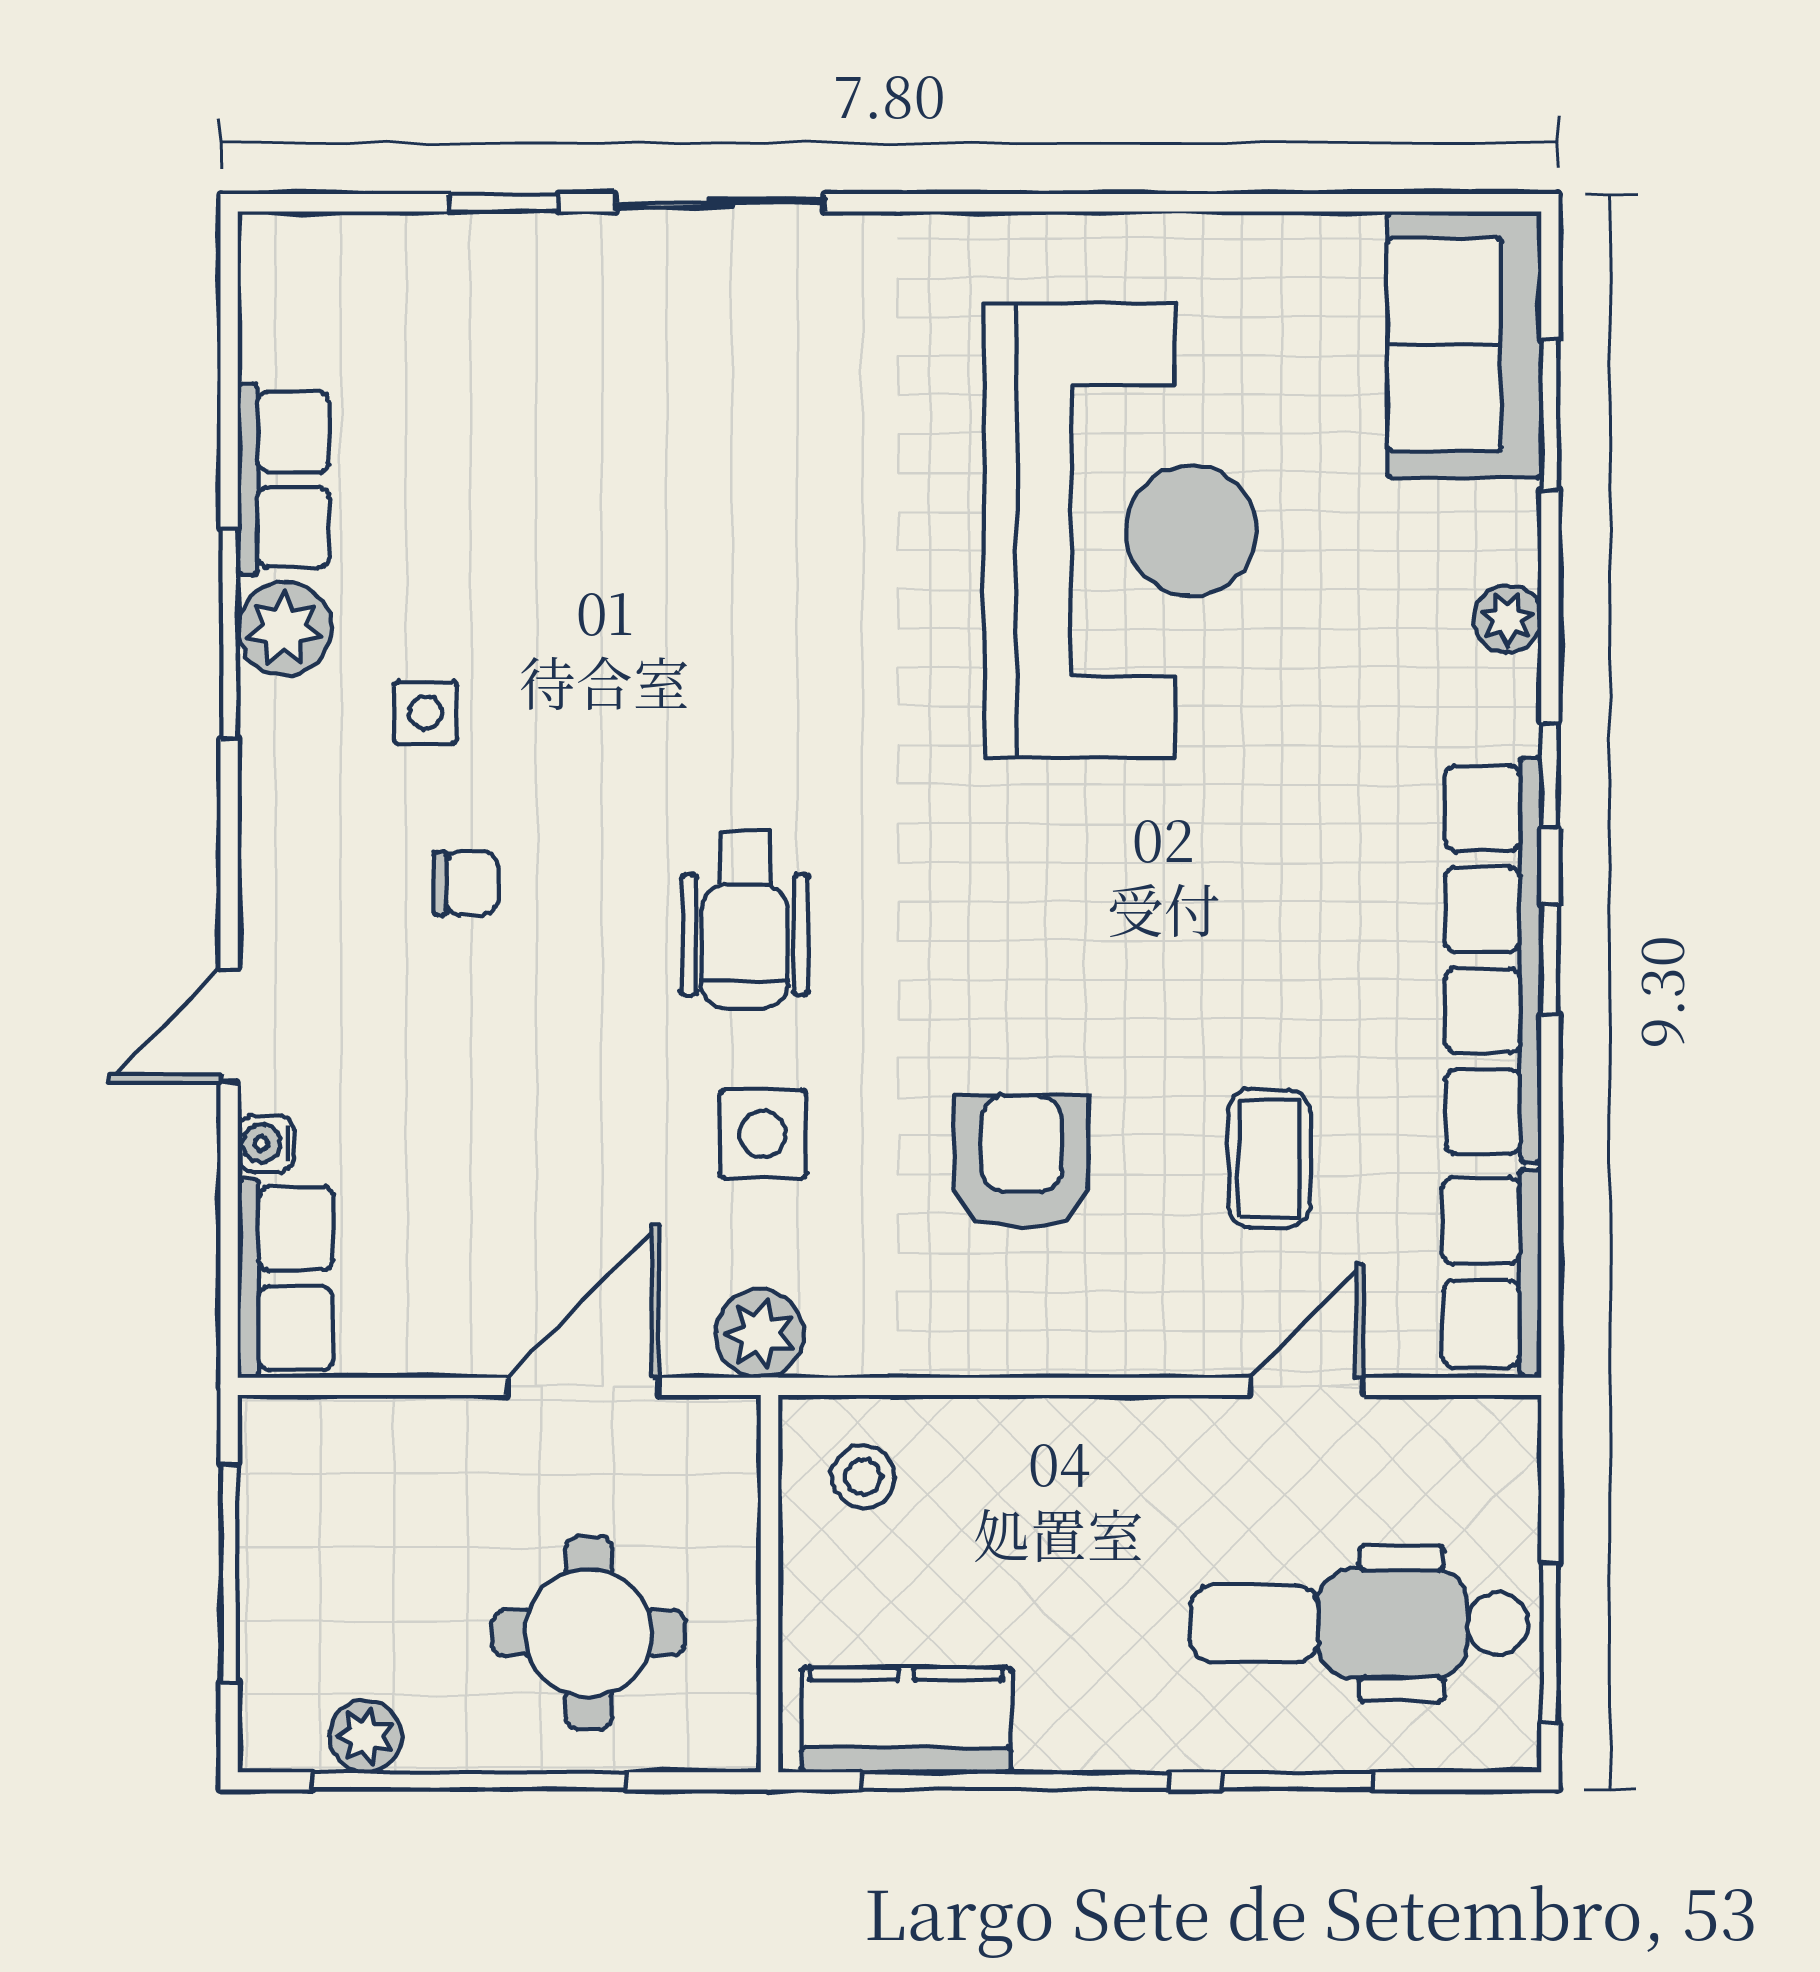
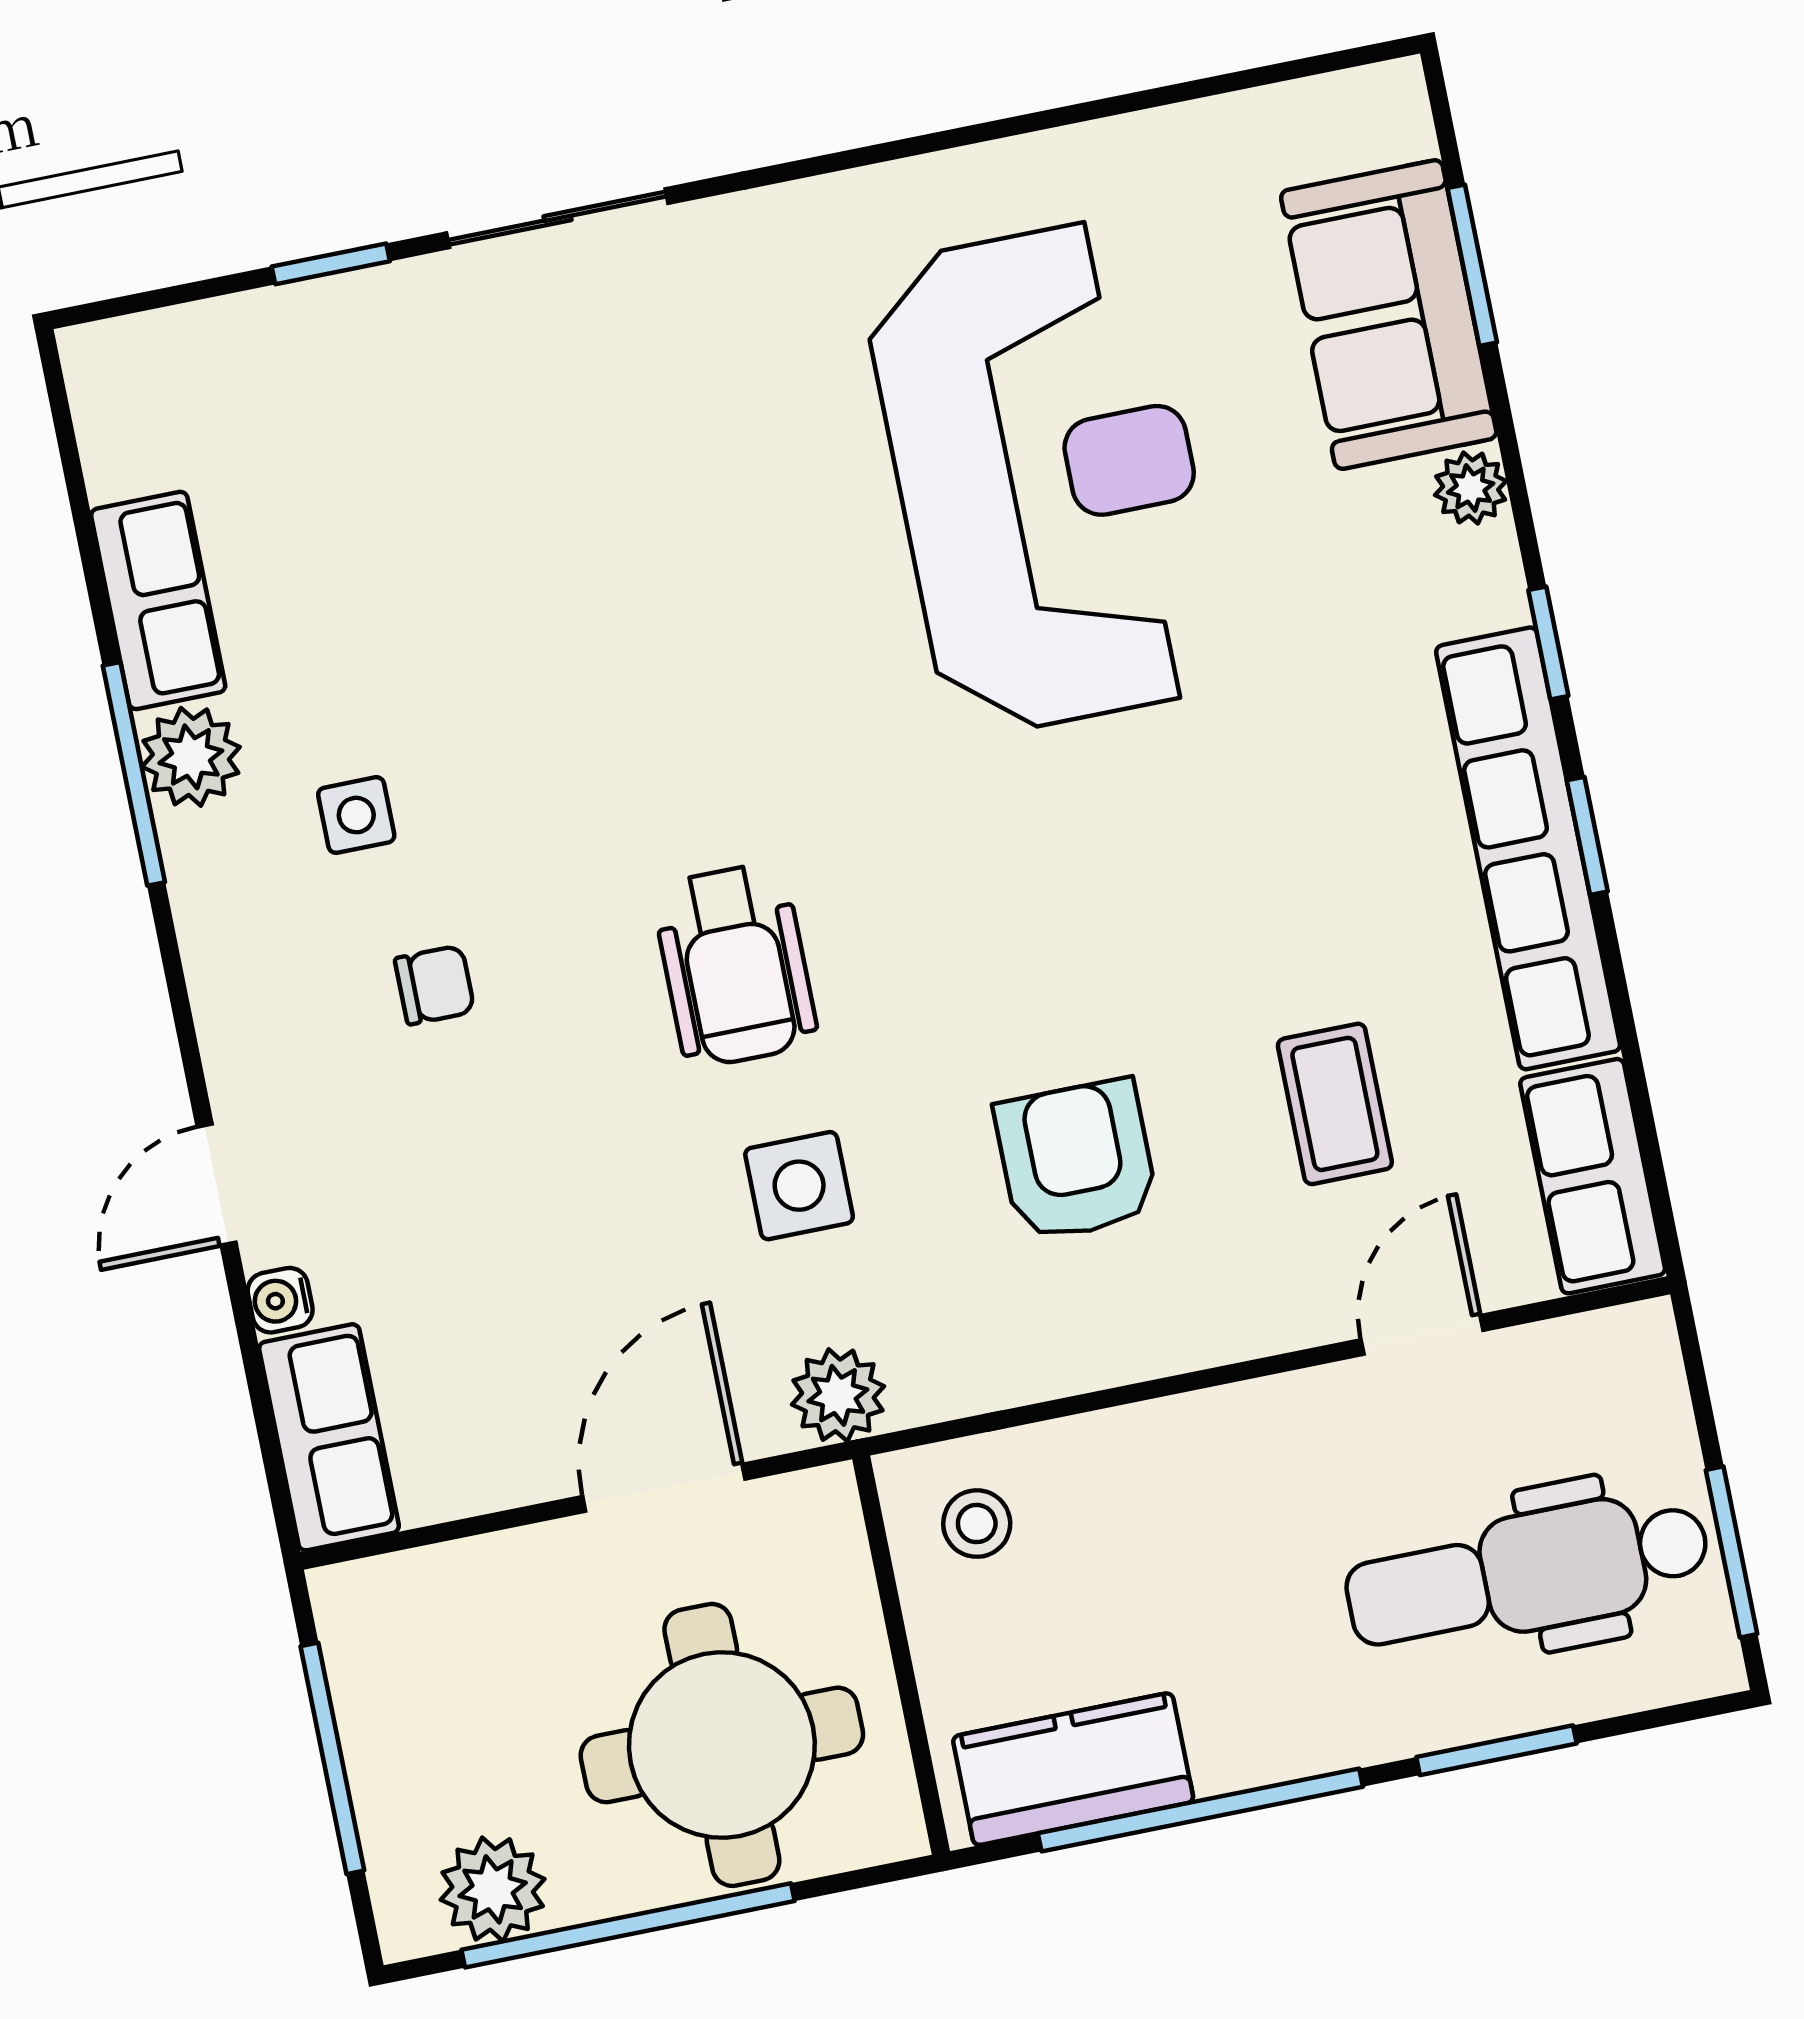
sofa: (1464, 345) -> (1389, 315), moved
round table: (589, 1633) -> (722, 1745), width x1.36, depth x1.36
plant: (365, 1736) -> (493, 1889), width x1.38, depth x1.38

